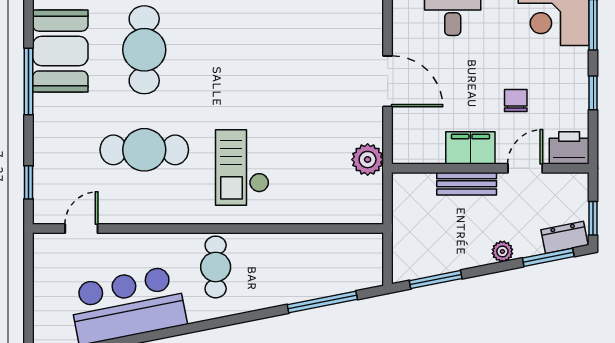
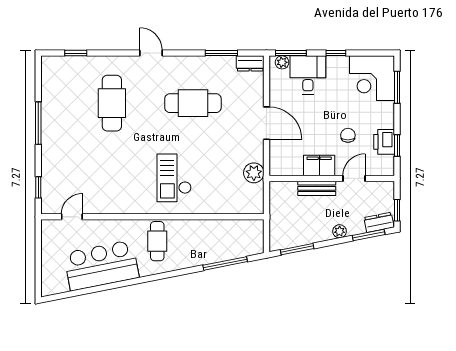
booth: (60, 51) -> (59, 104), removed
window: (593, 93) -> (397, 146), moved
printer: (569, 148) -> (384, 142), moved, turned -90
cafe table: (144, 150) -> (193, 103), moved

